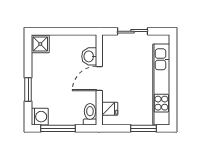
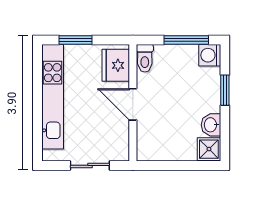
washbasin: (89, 56) -> (211, 125), moved, turned 180
door: (99, 79) -> (133, 104), swing flipped
fridge: (110, 109) -> (116, 65), width x1.88, depth x1.34

